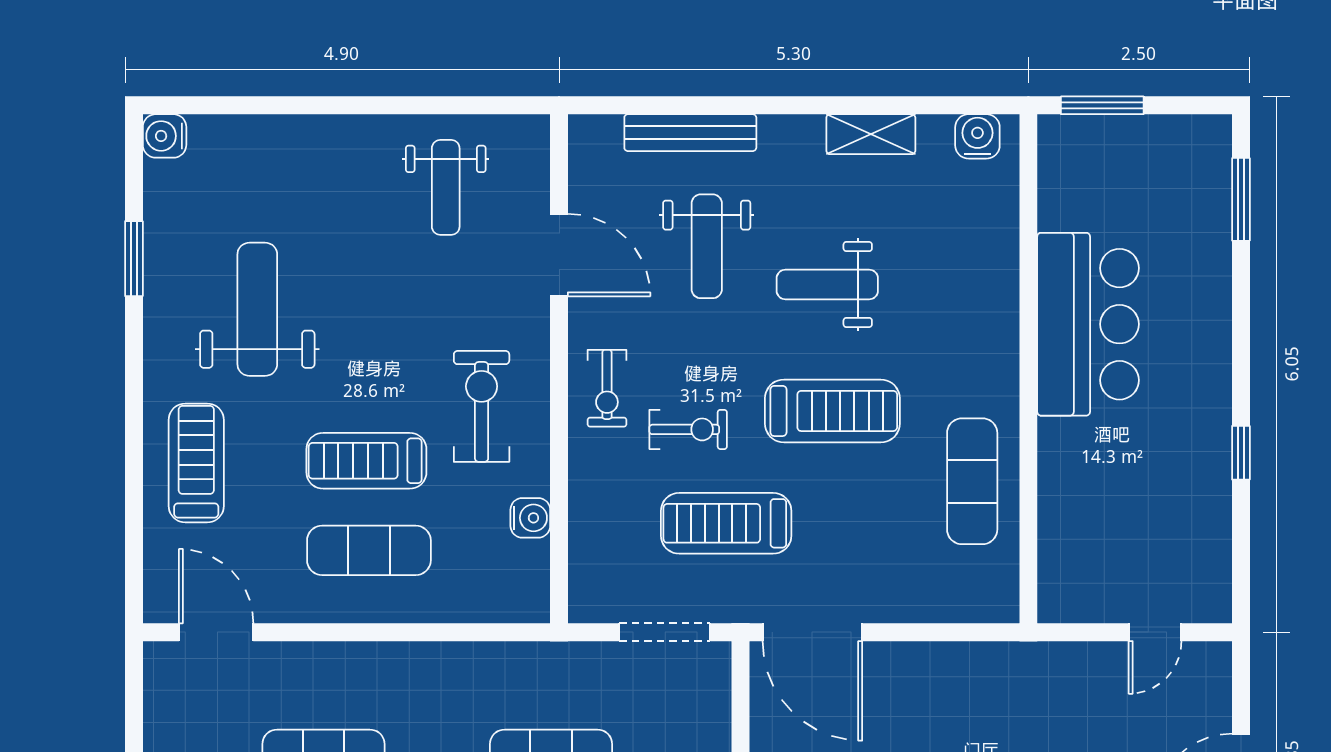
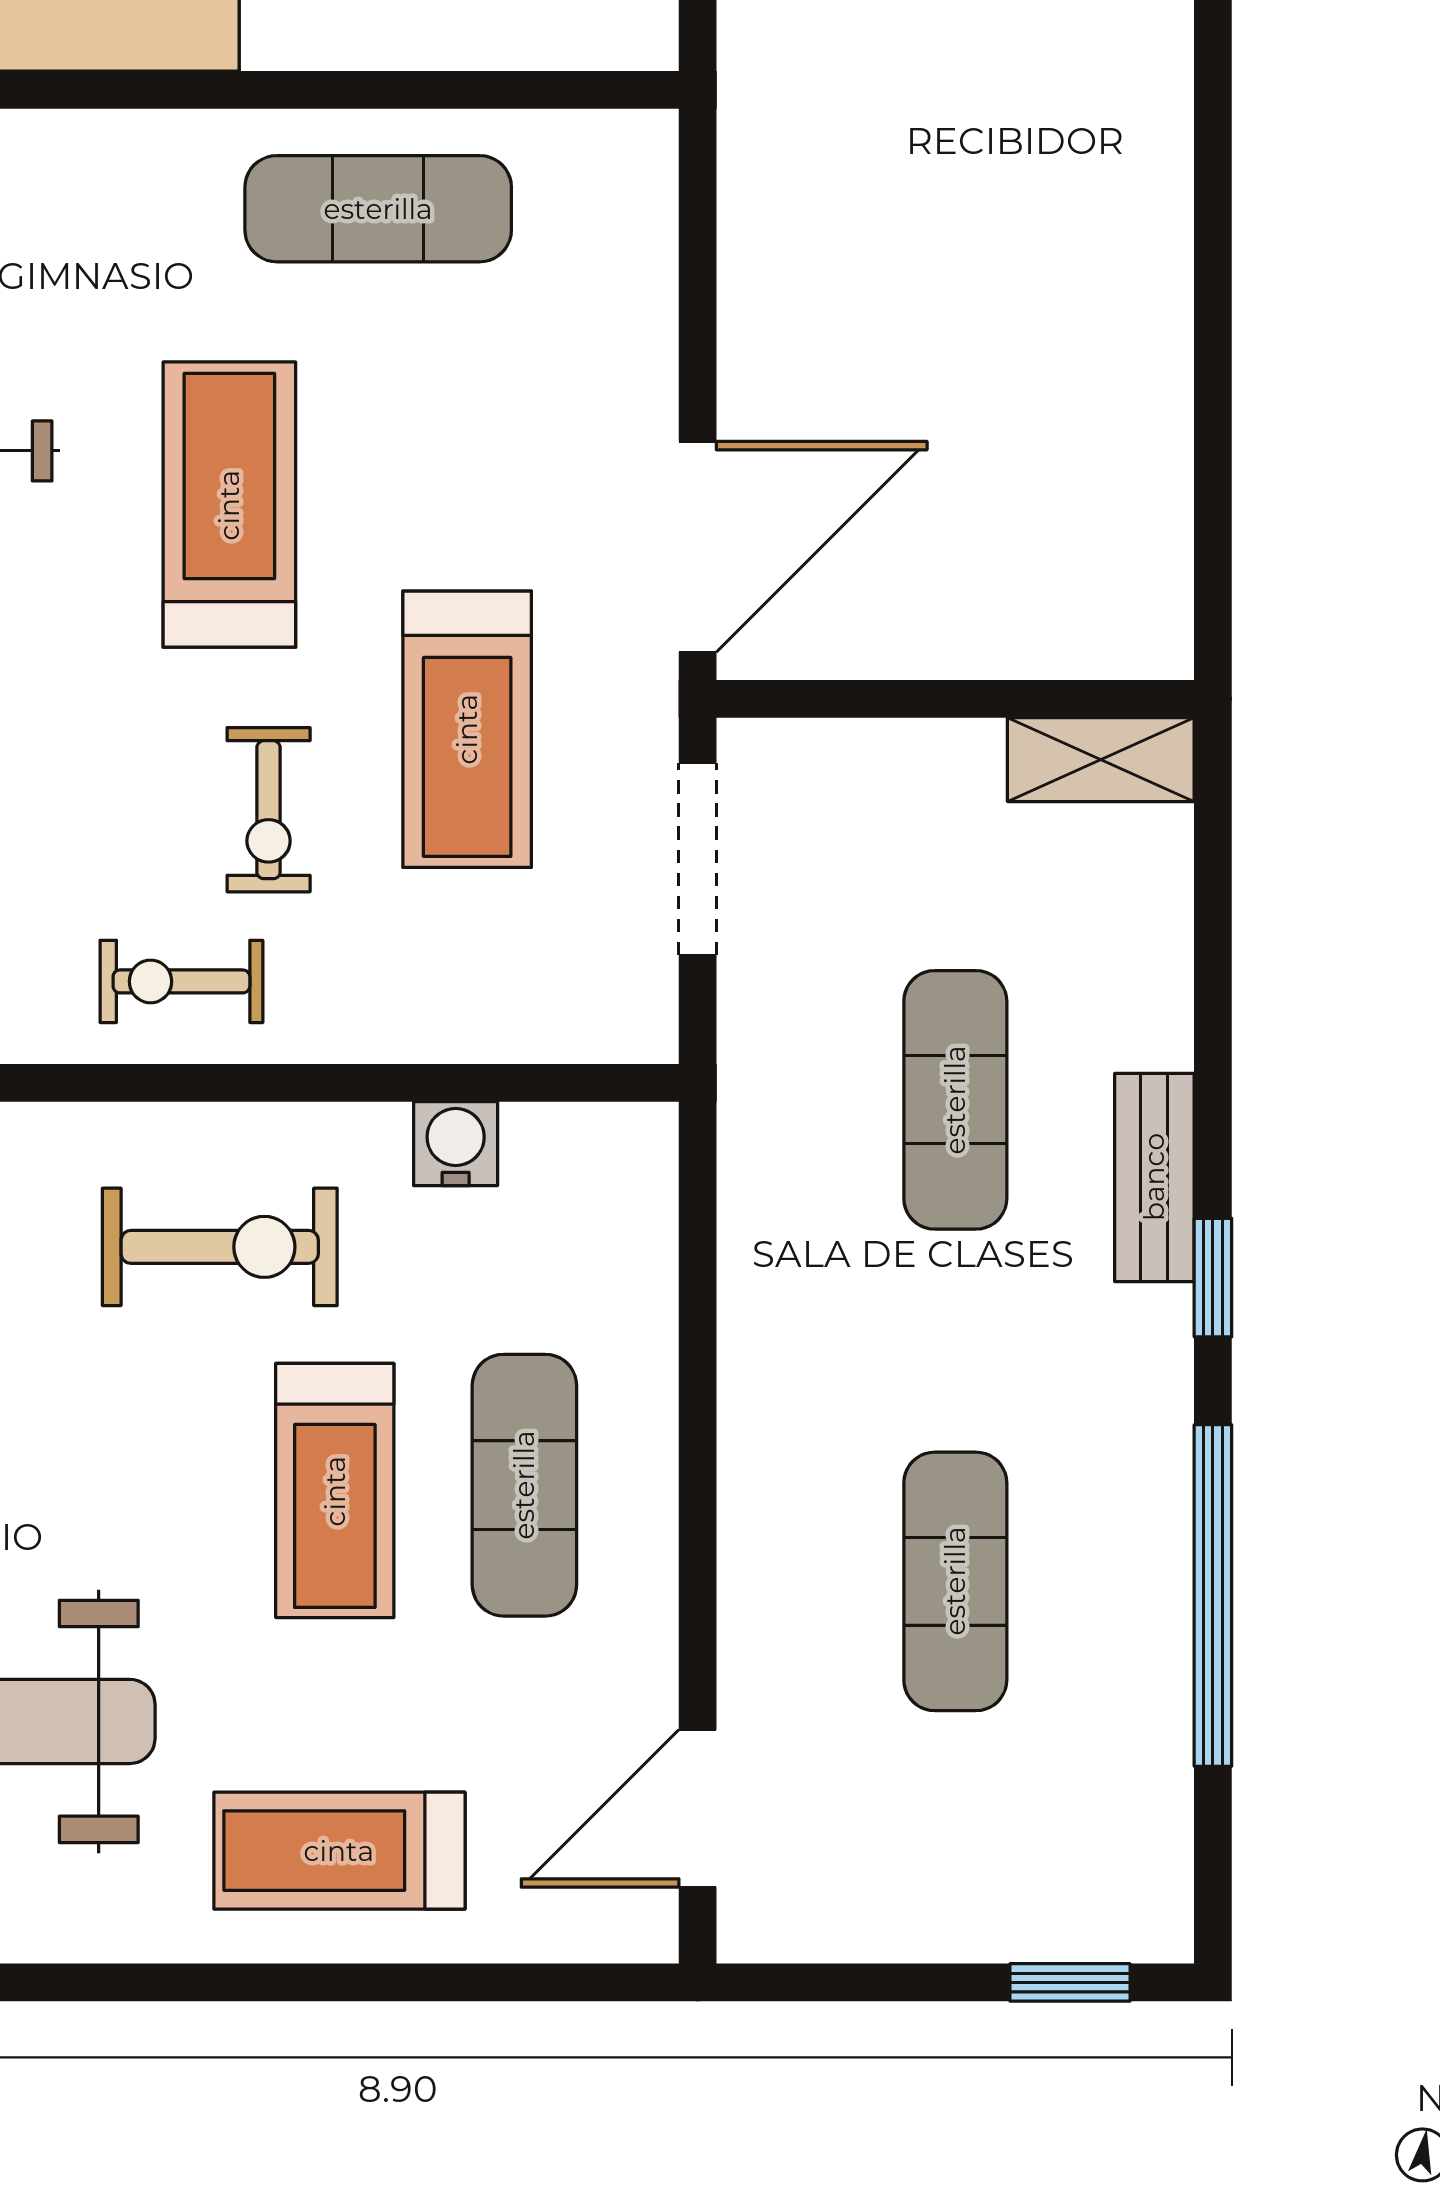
exercise bike: (607, 388) -> (181, 981), turned 180
exercise bike: (482, 406) -> (220, 1247), turned 180
exercise bike: (688, 429) -> (269, 810), turned 180

